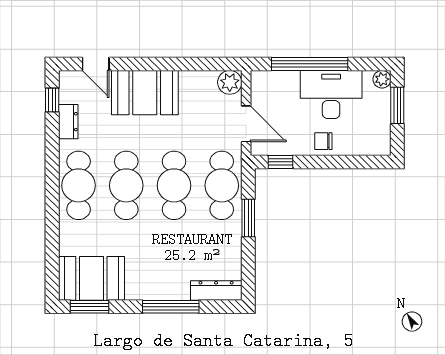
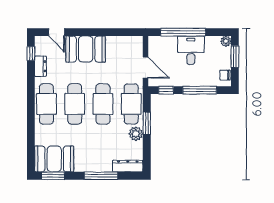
plant: (230, 82) -> (136, 134), moved
desk: (331, 95) -> (191, 50), width x0.73
chair: (323, 141) -> (225, 75), moved
window: (338, 162) -> (200, 90), added

